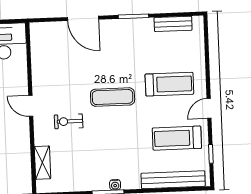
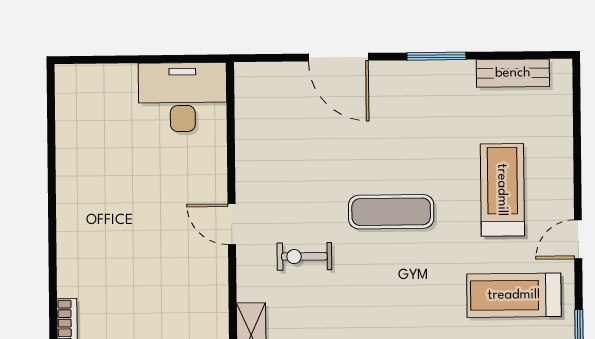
treadmill: (169, 84) -> (502, 190), turned -90

